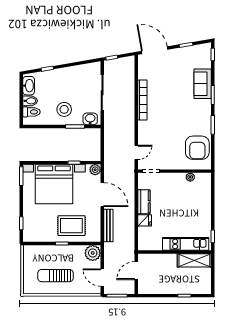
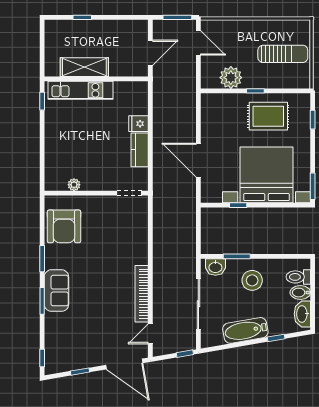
bathtub: (69, 74) -> (245, 330), added
sofa: (203, 84) -> (56, 291), moved
armchair: (197, 148) -> (64, 226), turned 180
door: (136, 152) -> (150, 334), moved
plant: (95, 170) -> (208, 195), removed
bench: (108, 225) -> (190, 116), removed
rug: (71, 226) -> (268, 116), moved
plant: (93, 253) -> (231, 78), moved
shelving: (194, 260) -> (84, 67), moved
sun lounger: (55, 276) -> (283, 54), moved

